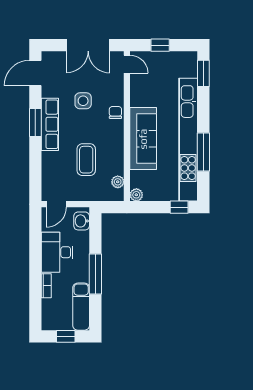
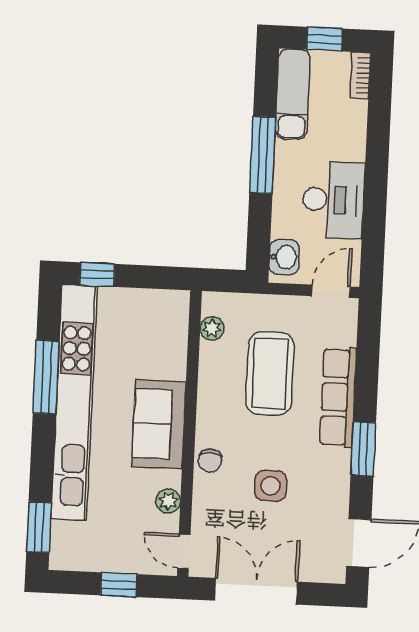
row of seats: (50, 124) -> (338, 397), moved
sofa: (143, 139) -> (159, 424), width x0.73
coffee table: (86, 160) -> (270, 373), width x1.36, depth x1.32
plant: (136, 195) -> (168, 501), moved
bookcase: (46, 286) -> (360, 75), moved

